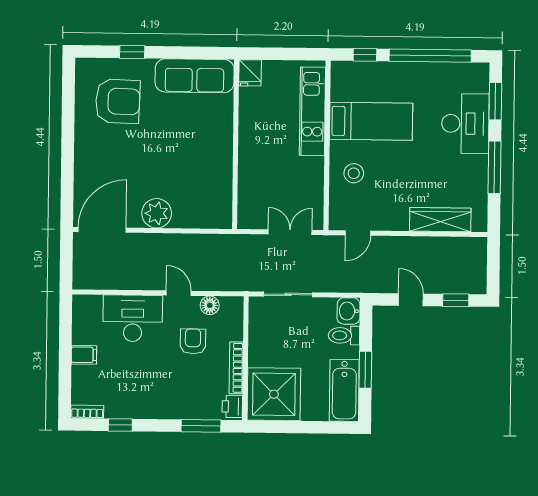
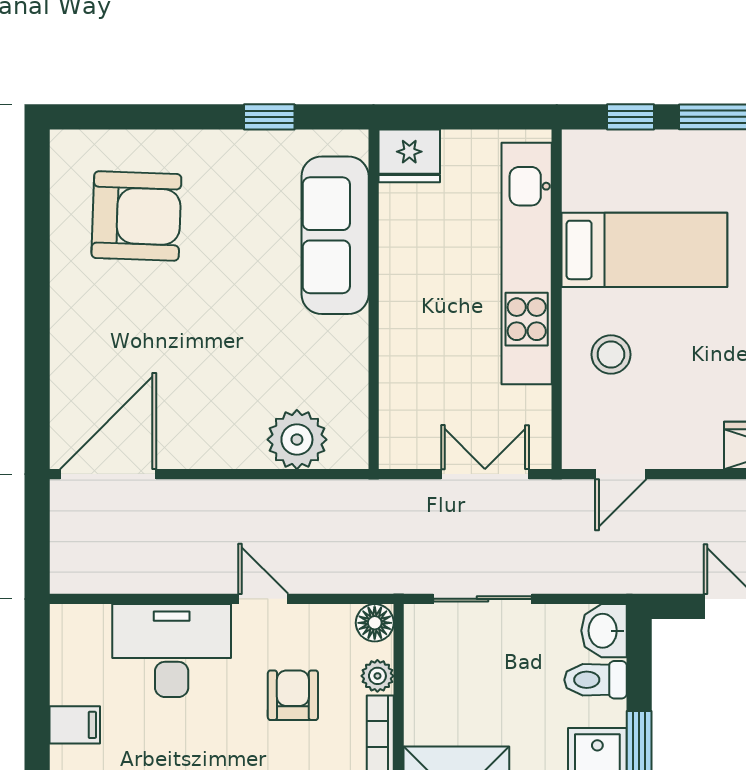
window: (132, 52) -> (269, 117), moved
fridge: (250, 73) -> (409, 156), width x1.38
sofa: (195, 76) -> (335, 235), moved, turned 90
kitchen unit: (312, 111) -> (527, 264), width x1.36
plant: (157, 213) -> (297, 440), moved
floor lamp: (210, 305) -> (375, 623), moved
plant: (235, 332) -> (377, 676), added

